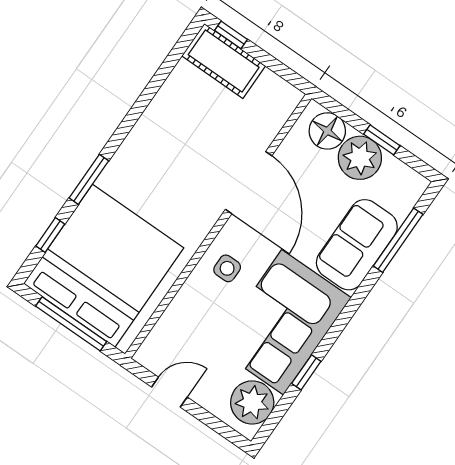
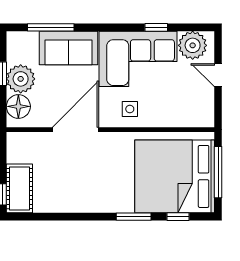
door: (169, 392) -> (218, 75), moved

